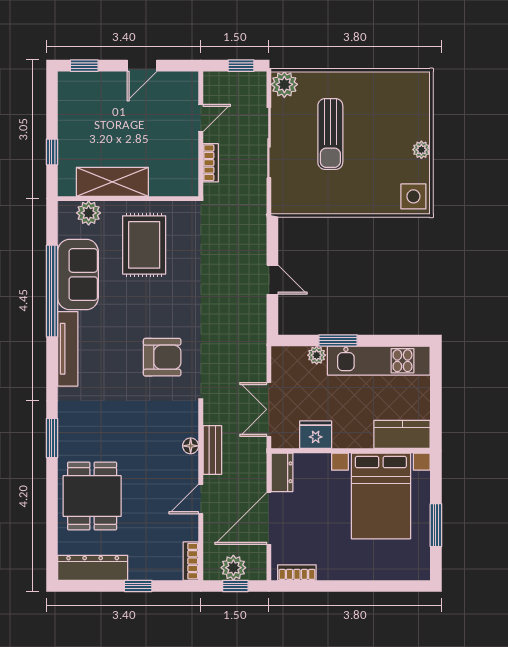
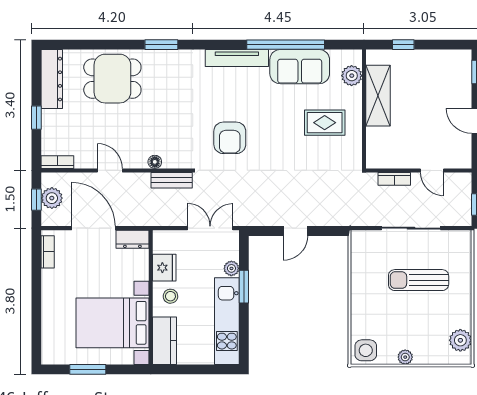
plant: (284, 84) -> (460, 340), moved
rug: (144, 245) -> (325, 123), width x0.73, depth x0.70
double door: (269, 409) -> (210, 228), moved
stool: (349, 427) -> (170, 296), added
bench: (212, 450) -> (172, 180), moved

